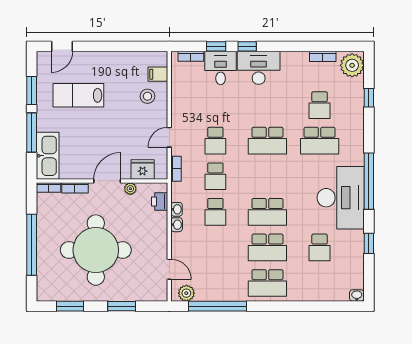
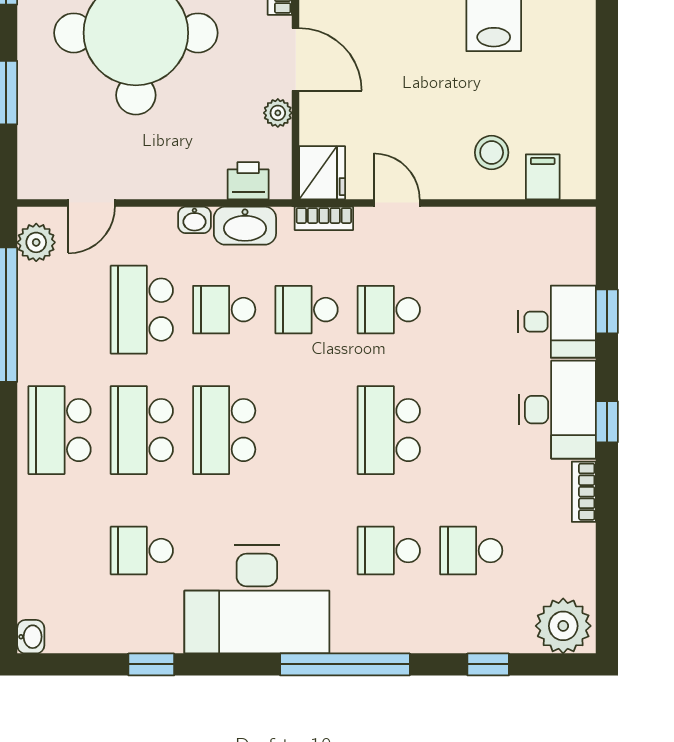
window: (247, 46) -> (607, 422), moved
bookcase: (191, 56) -> (584, 253), removed
bookcase: (323, 56) -> (584, 492), moved
school desk: (320, 141) -> (389, 551), width x0.54
fridge: (143, 170) -> (322, 173), moved
window: (369, 181) -> (345, 664), moved
washbasin: (177, 209) -> (245, 226), width x1.91, depth x1.45
school desk: (215, 247) -> (142, 310), added

